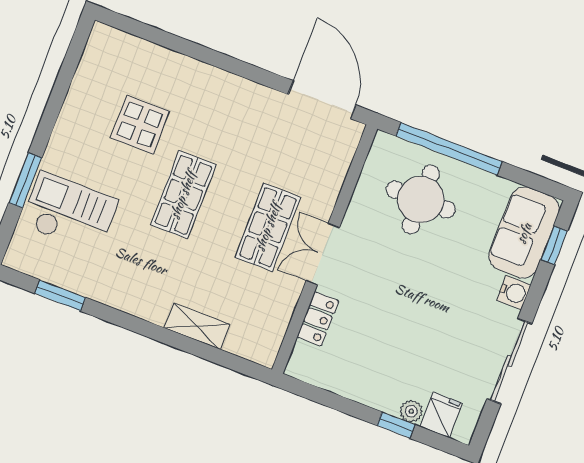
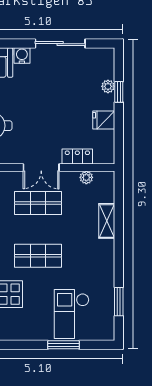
plant: (279, 320) -> (86, 177), added
fridge: (441, 415) -> (104, 120), moved

